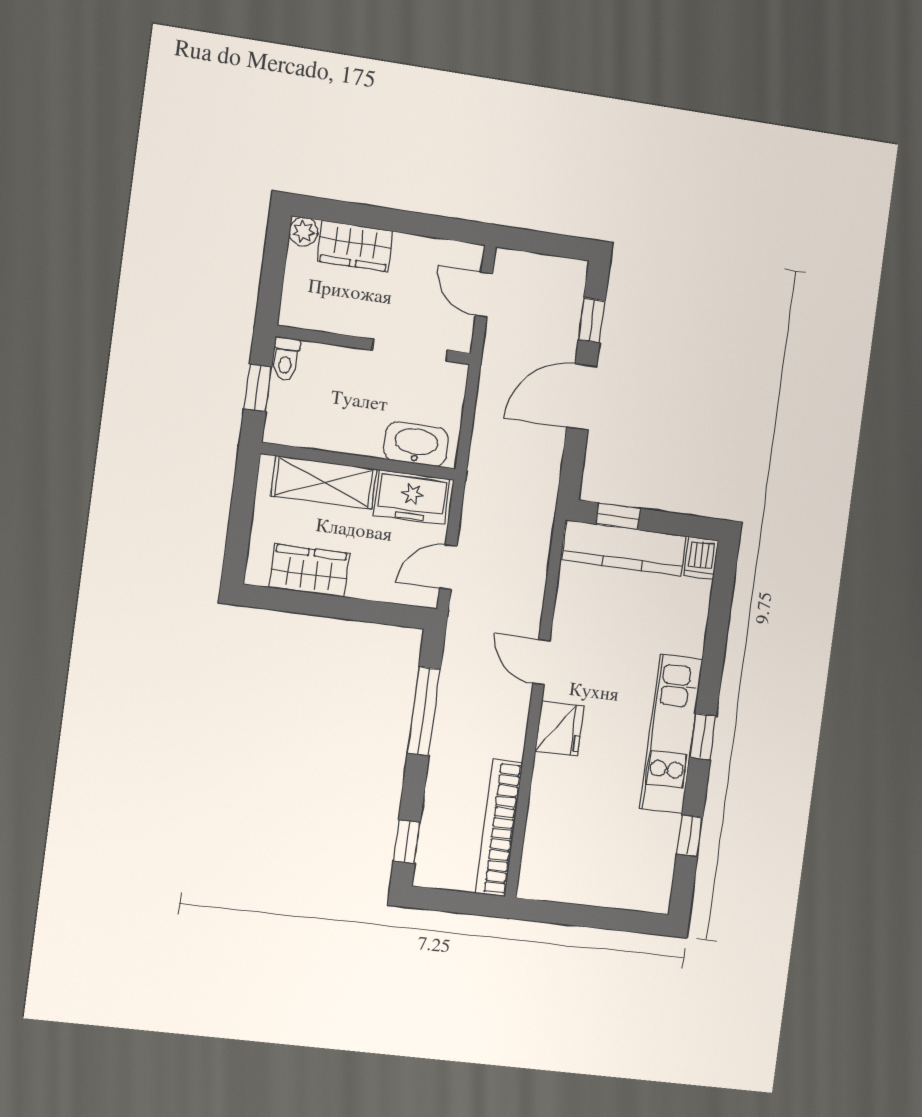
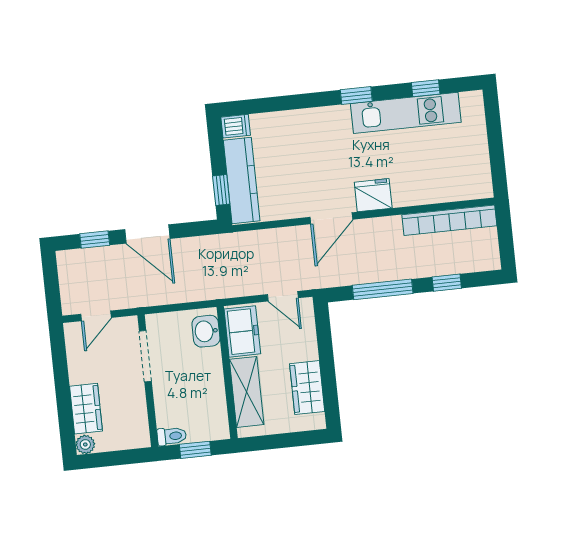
washbasin: (416, 444) -> (206, 331), width x0.72
door: (541, 662) -> (331, 218), width x1.38
kitchen unit: (671, 734) -> (406, 113), moved
window: (407, 842) -> (447, 283), moved

